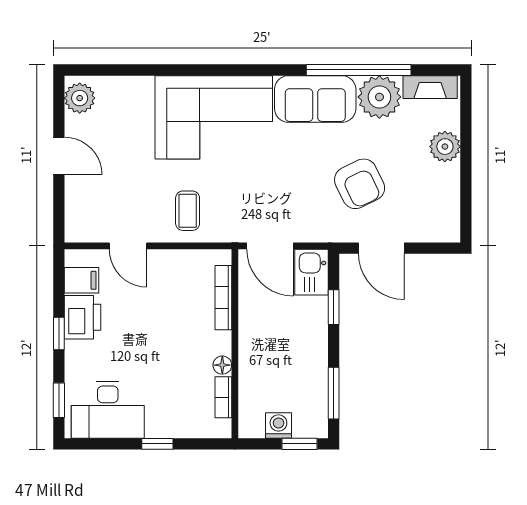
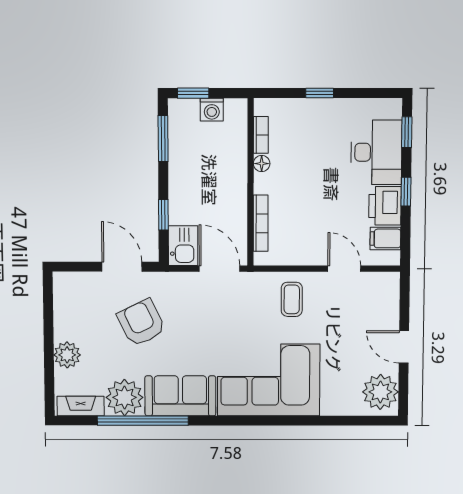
plant: (80, 98) -> (380, 392), width x1.36, depth x1.36
desk: (108, 410) -> (376, 152), moved, turned 90

